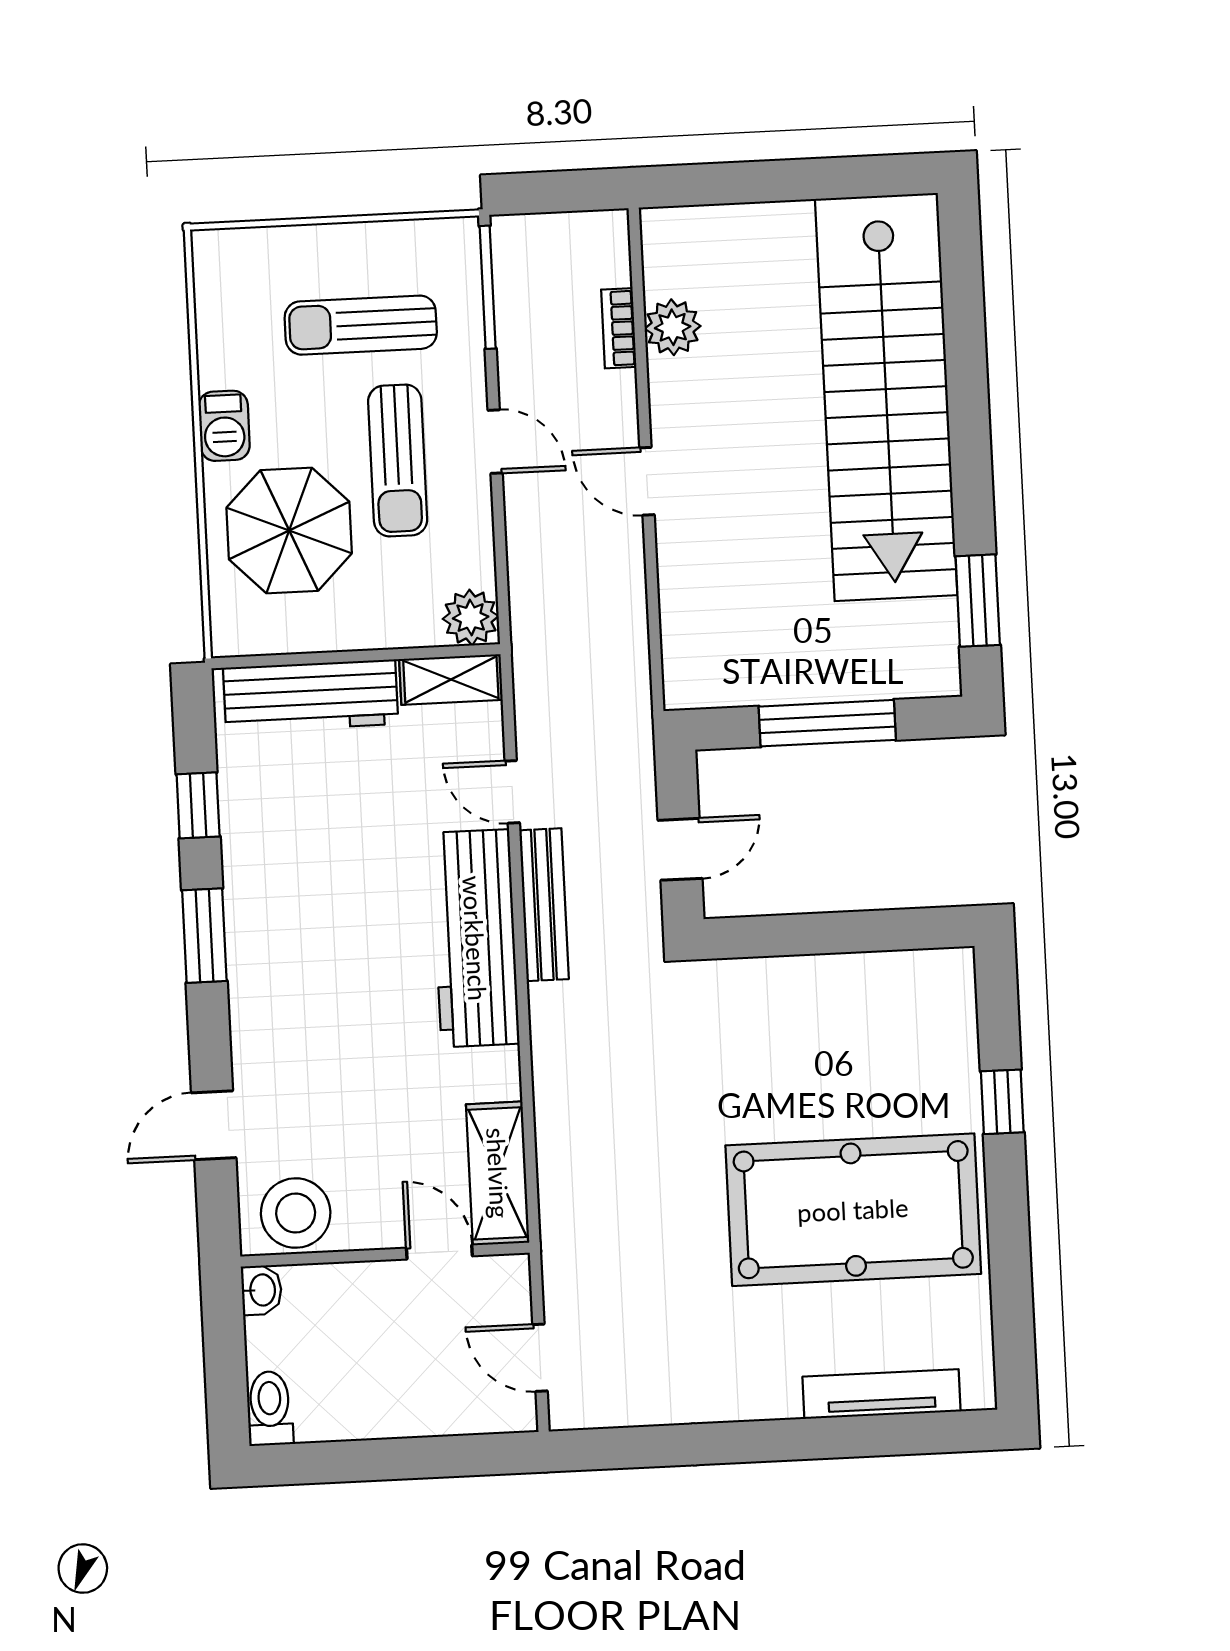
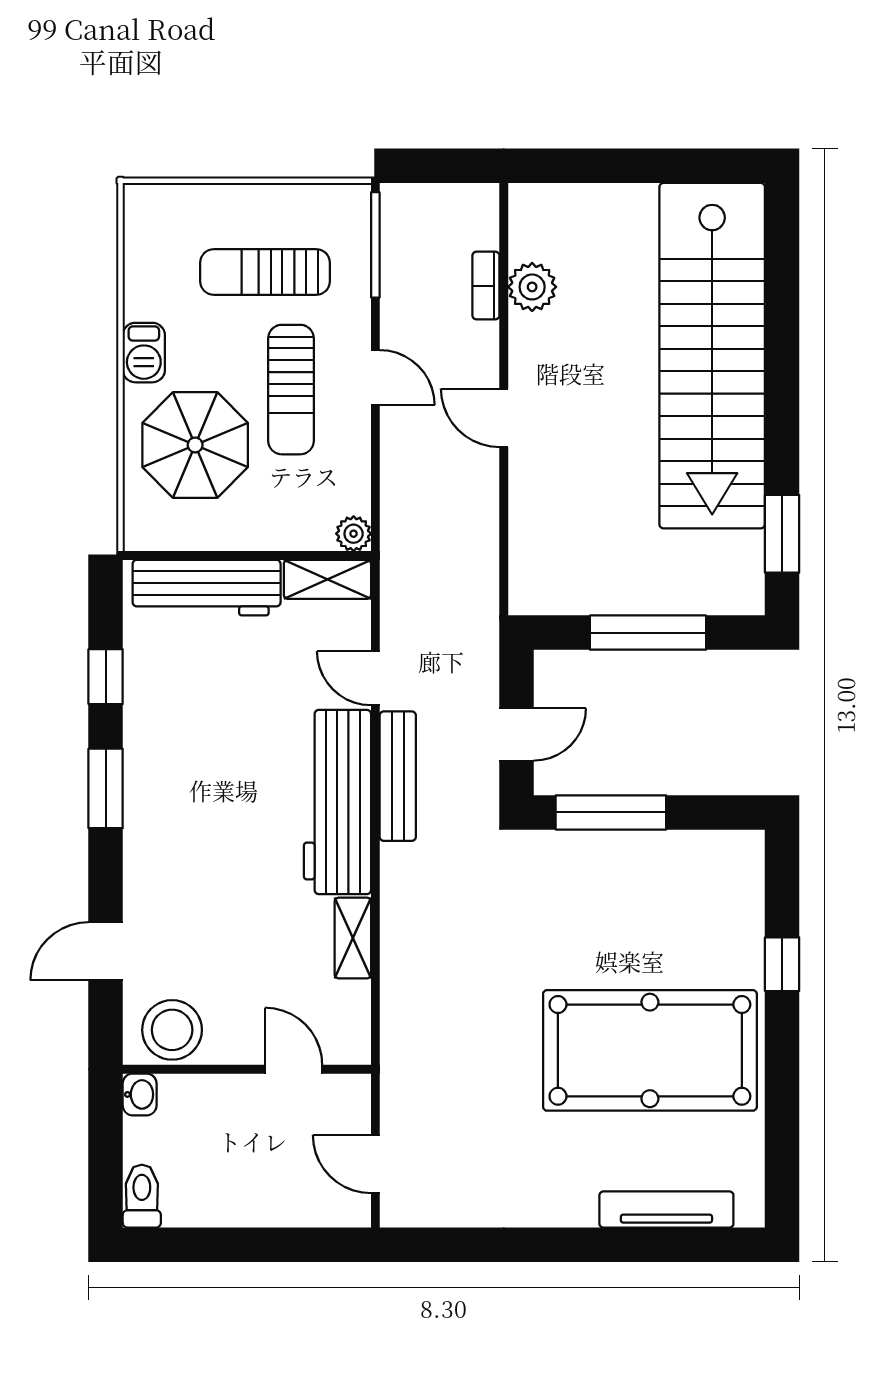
plant: (471, 618) -> (354, 534), width x0.73, depth x0.73
window: (794, 935) -> (611, 812), added
shelving: (498, 1173) -> (353, 938), moved, width x0.67, depth x0.75

